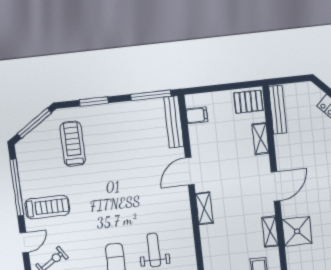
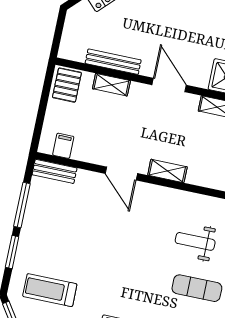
window: (151, 95) -> (22, 205), moved
bench: (278, 110) -> (113, 62), moved
bench: (174, 122) -> (55, 171), width x0.73

